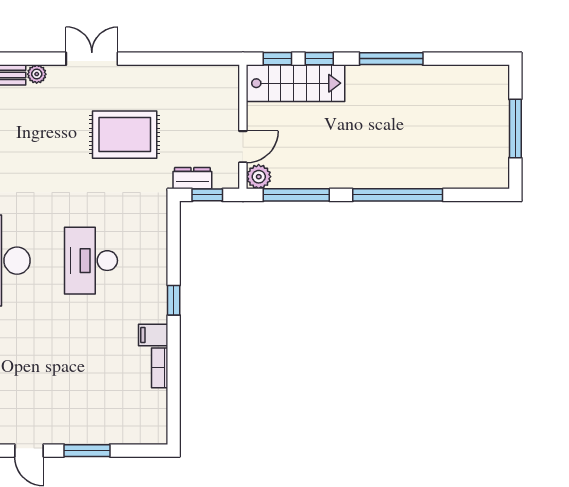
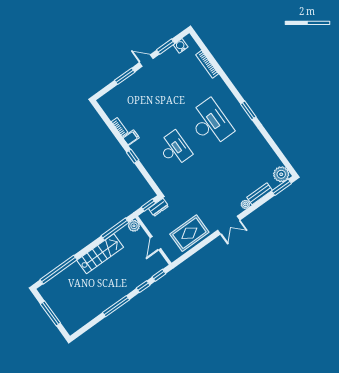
stairs: (296, 83) -> (100, 254), moved, turned 180
rug: (125, 135) -> (189, 233), moved
door: (243, 147) -> (156, 243), moved
window: (398, 195) -> (58, 270), moved

